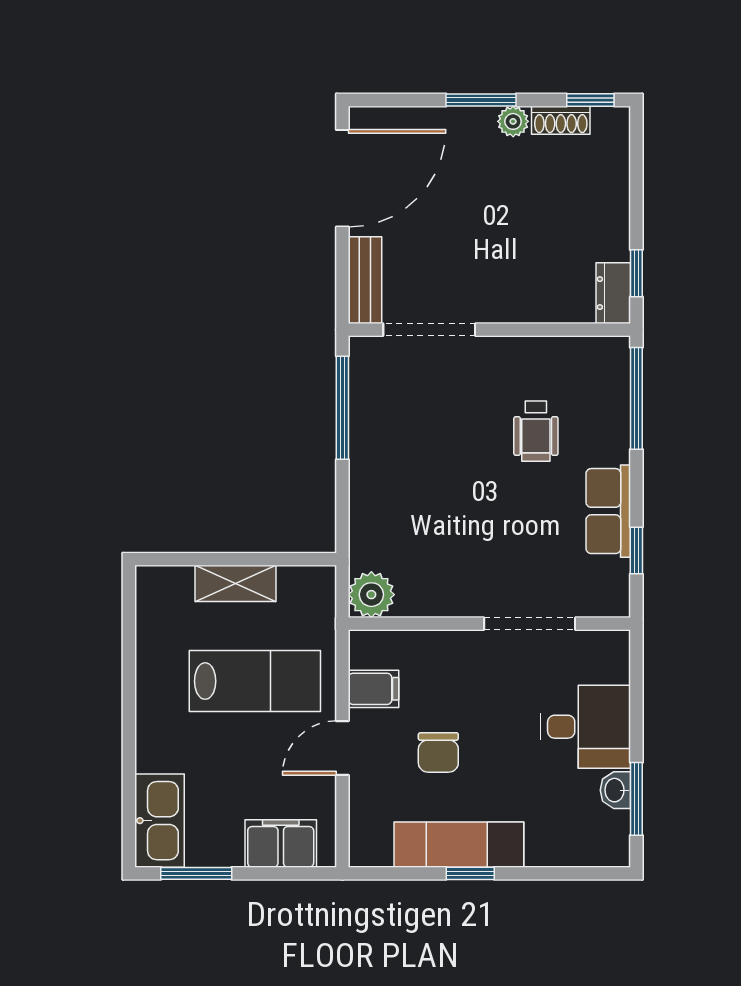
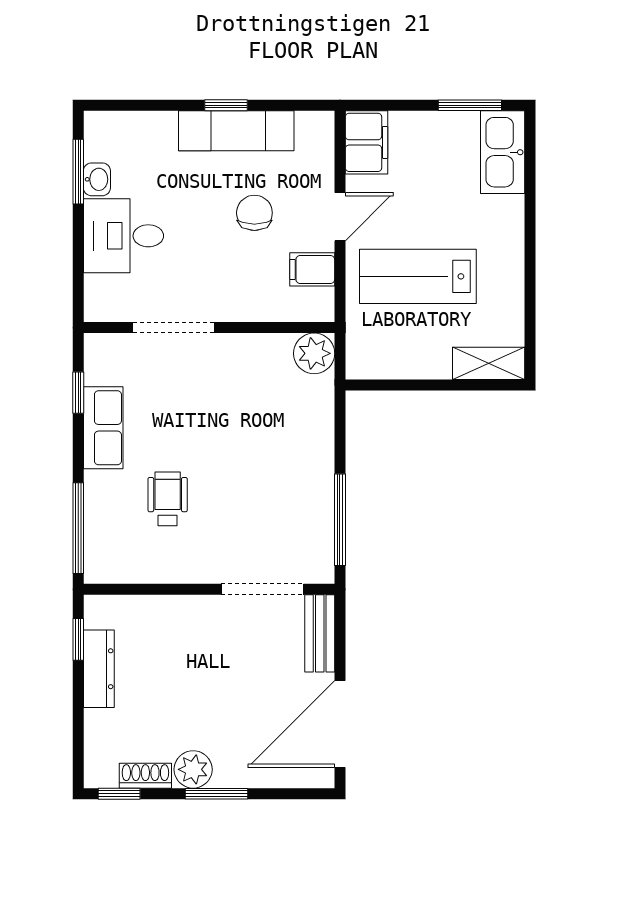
plant: (513, 121) -> (193, 769), width x1.38, depth x1.38
dresser: (613, 293) -> (99, 669), moved, width x1.44
shelving: (235, 583) -> (489, 363), moved
filing cabinet: (281, 843) -> (366, 142), moved, turned -90

